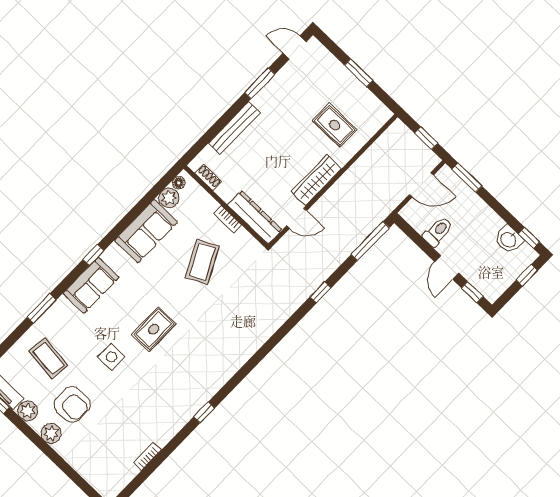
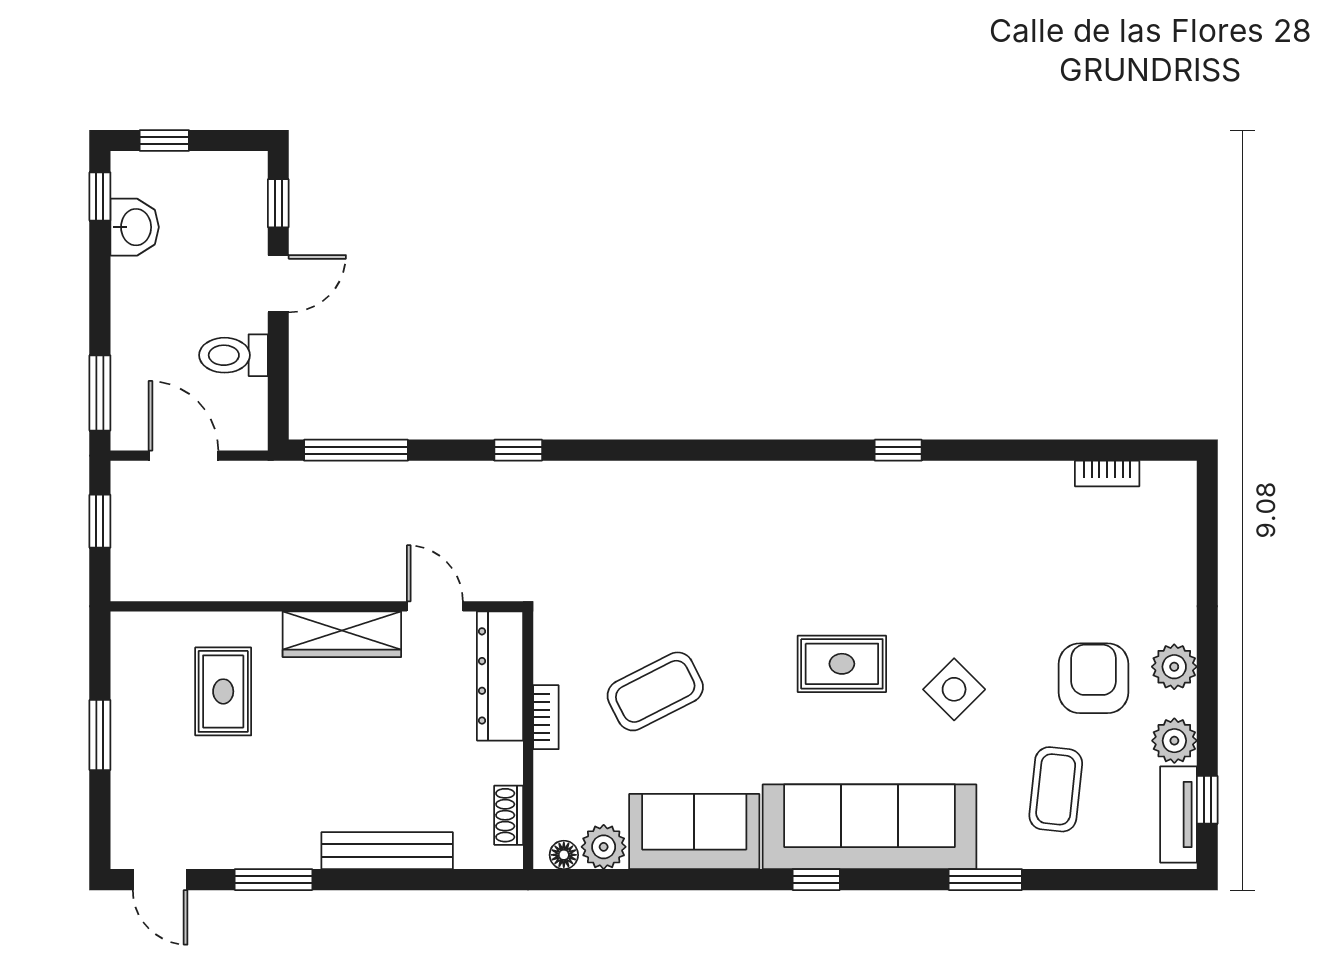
sofa: (91, 285) -> (870, 827), width x1.85, depth x1.27
side table: (111, 357) -> (954, 689), turned 45
bookcase: (147, 456) -> (1107, 474), moved

